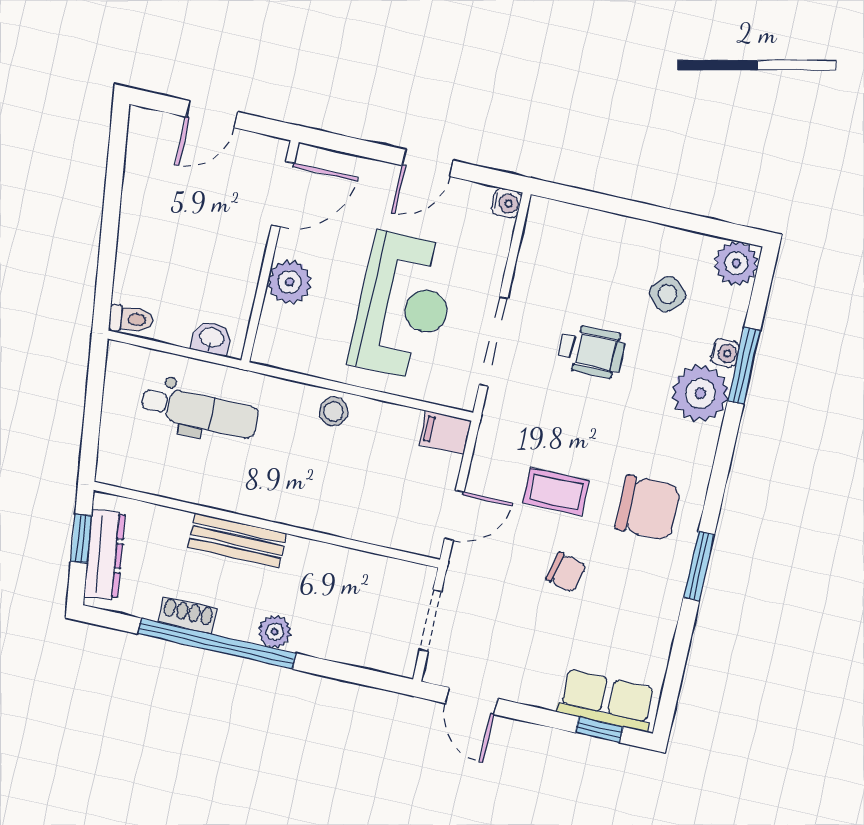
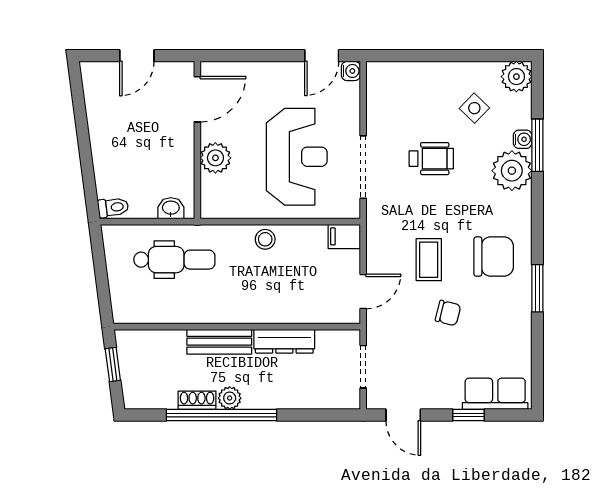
door: (428, 163) -> (322, 56), moved
coffee table: (556, 492) -> (429, 260), turned 90
dresser: (105, 555) -> (284, 341), moved, turned 97
plant: (275, 632) -> (230, 398), moved
window: (599, 730) -> (469, 415), moved

